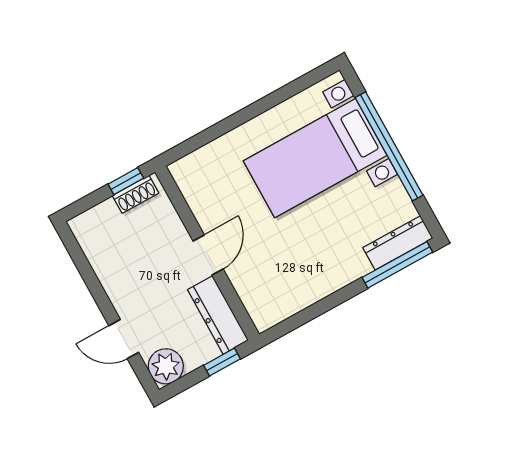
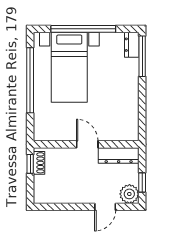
window: (260, 107) -> (30, 80), added
dresser: (398, 243) -> (132, 45), width x0.70
window: (222, 362) -> (142, 182), moved

